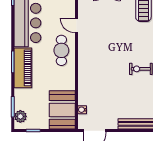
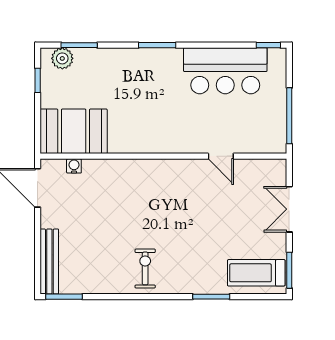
door: (77, 25) -> (221, 156), swing flipped
cafe table: (61, 50) -> (177, 130), removed
piano: (23, 68) -> (147, 63), removed

